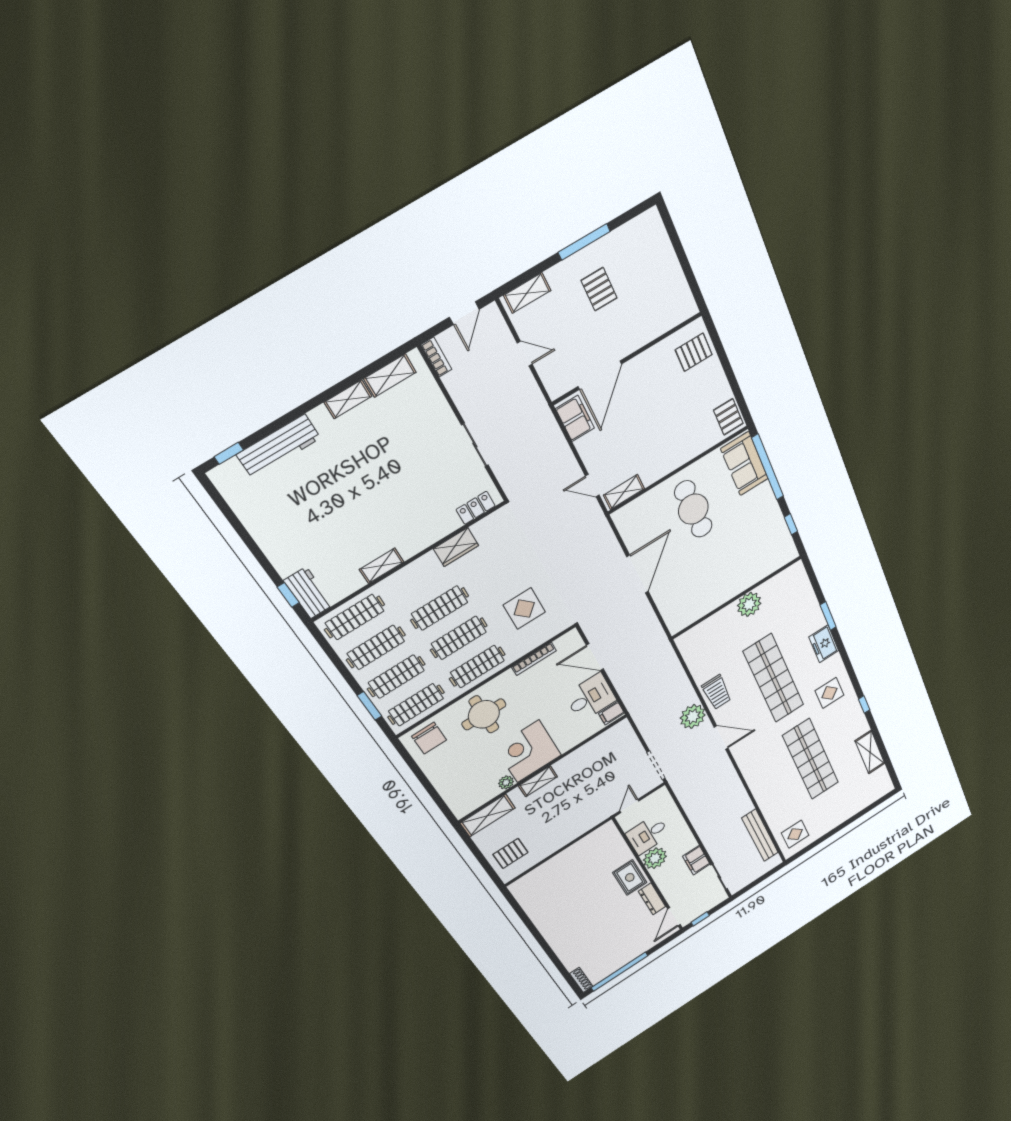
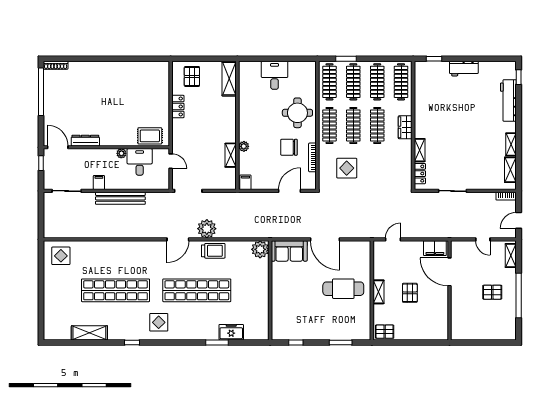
window: (584, 242) -> (519, 295), width x1.46
door: (464, 313) -> (519, 220), hinge flipped
pallet: (694, 352) -> (410, 293), moved
door: (525, 354) -> (483, 239), hinge flipped
sofa: (745, 464) -> (289, 251), moved, turned 180
window: (768, 467) -> (341, 342), width x0.47
shelving: (624, 492) -> (379, 292), moved
wardrobe: (456, 547) -> (405, 127), moved
shelving: (382, 566) -> (420, 150), moved
workbench: (309, 593) -> (464, 69), moved
plant: (749, 604) -> (260, 249), moved
freezer: (824, 644) -> (231, 332), moved
trolley: (717, 692) -> (213, 251), turned 180
desk: (590, 697) -> (275, 75), moved, turned 180
chair: (429, 738) -> (289, 147), moved
corner desk: (528, 751) -> (255, 123), removed
shelving: (538, 781) -> (231, 155), moved
plant: (506, 782) -> (244, 146), moved
bench: (760, 835) -> (120, 198), moved
locker: (557, 843) -> (178, 106), added
plant: (655, 858) -> (121, 153), width x0.53, depth x0.53
filing cabinet: (696, 860) -> (99, 182), width x0.50
rug: (630, 877) -> (150, 136), moved

